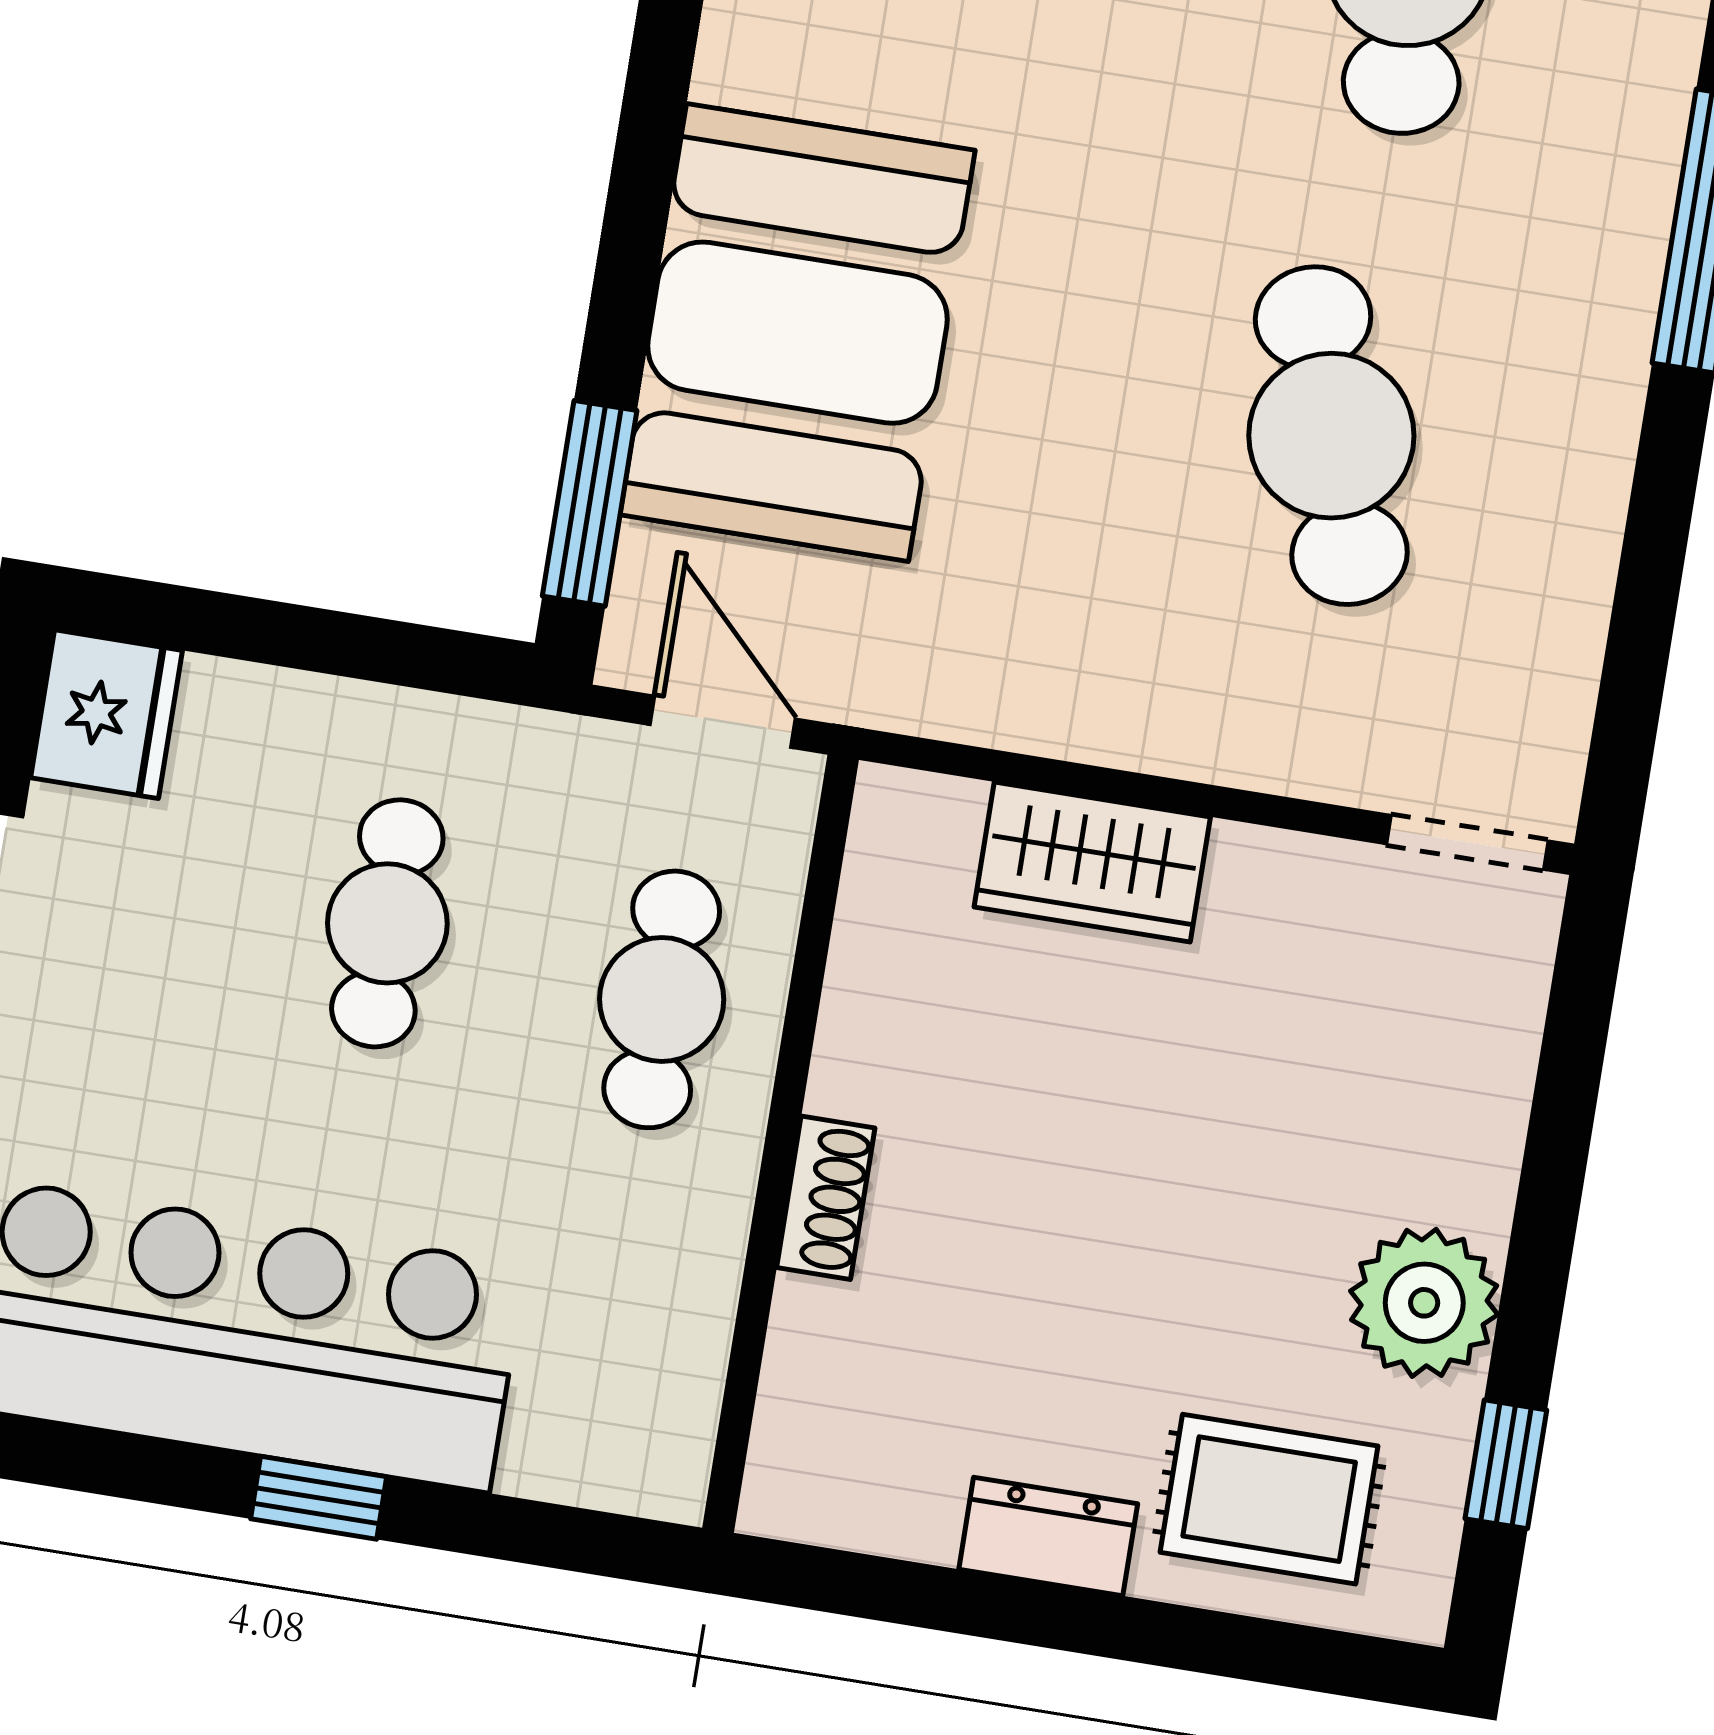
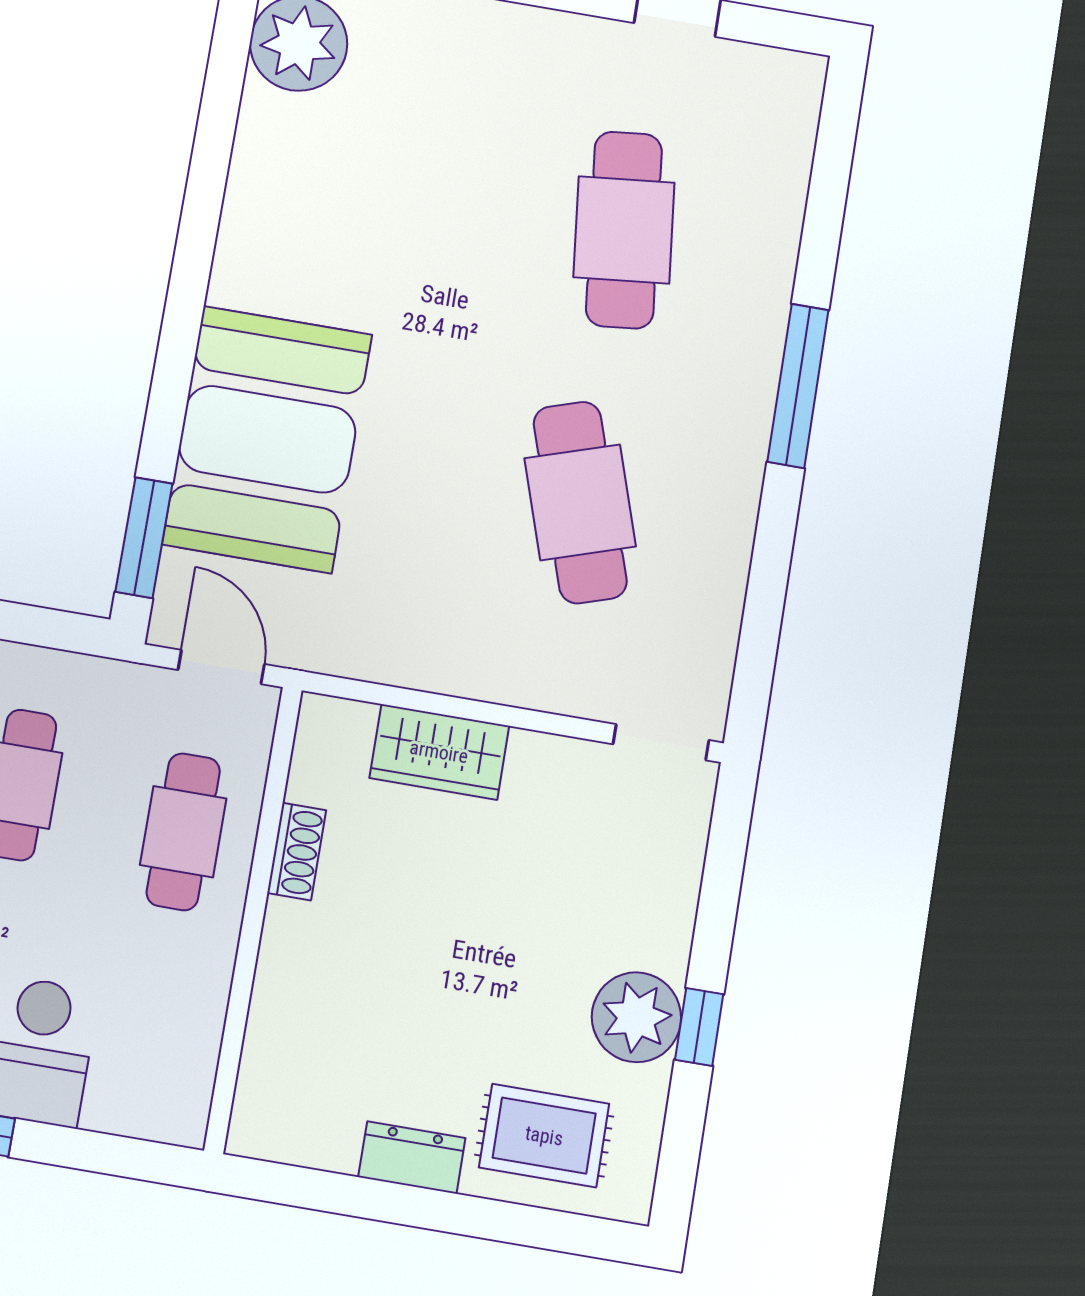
shoe rack: (826, 1198) -> (297, 852), moved
window: (1506, 1464) -> (699, 1027), moved

